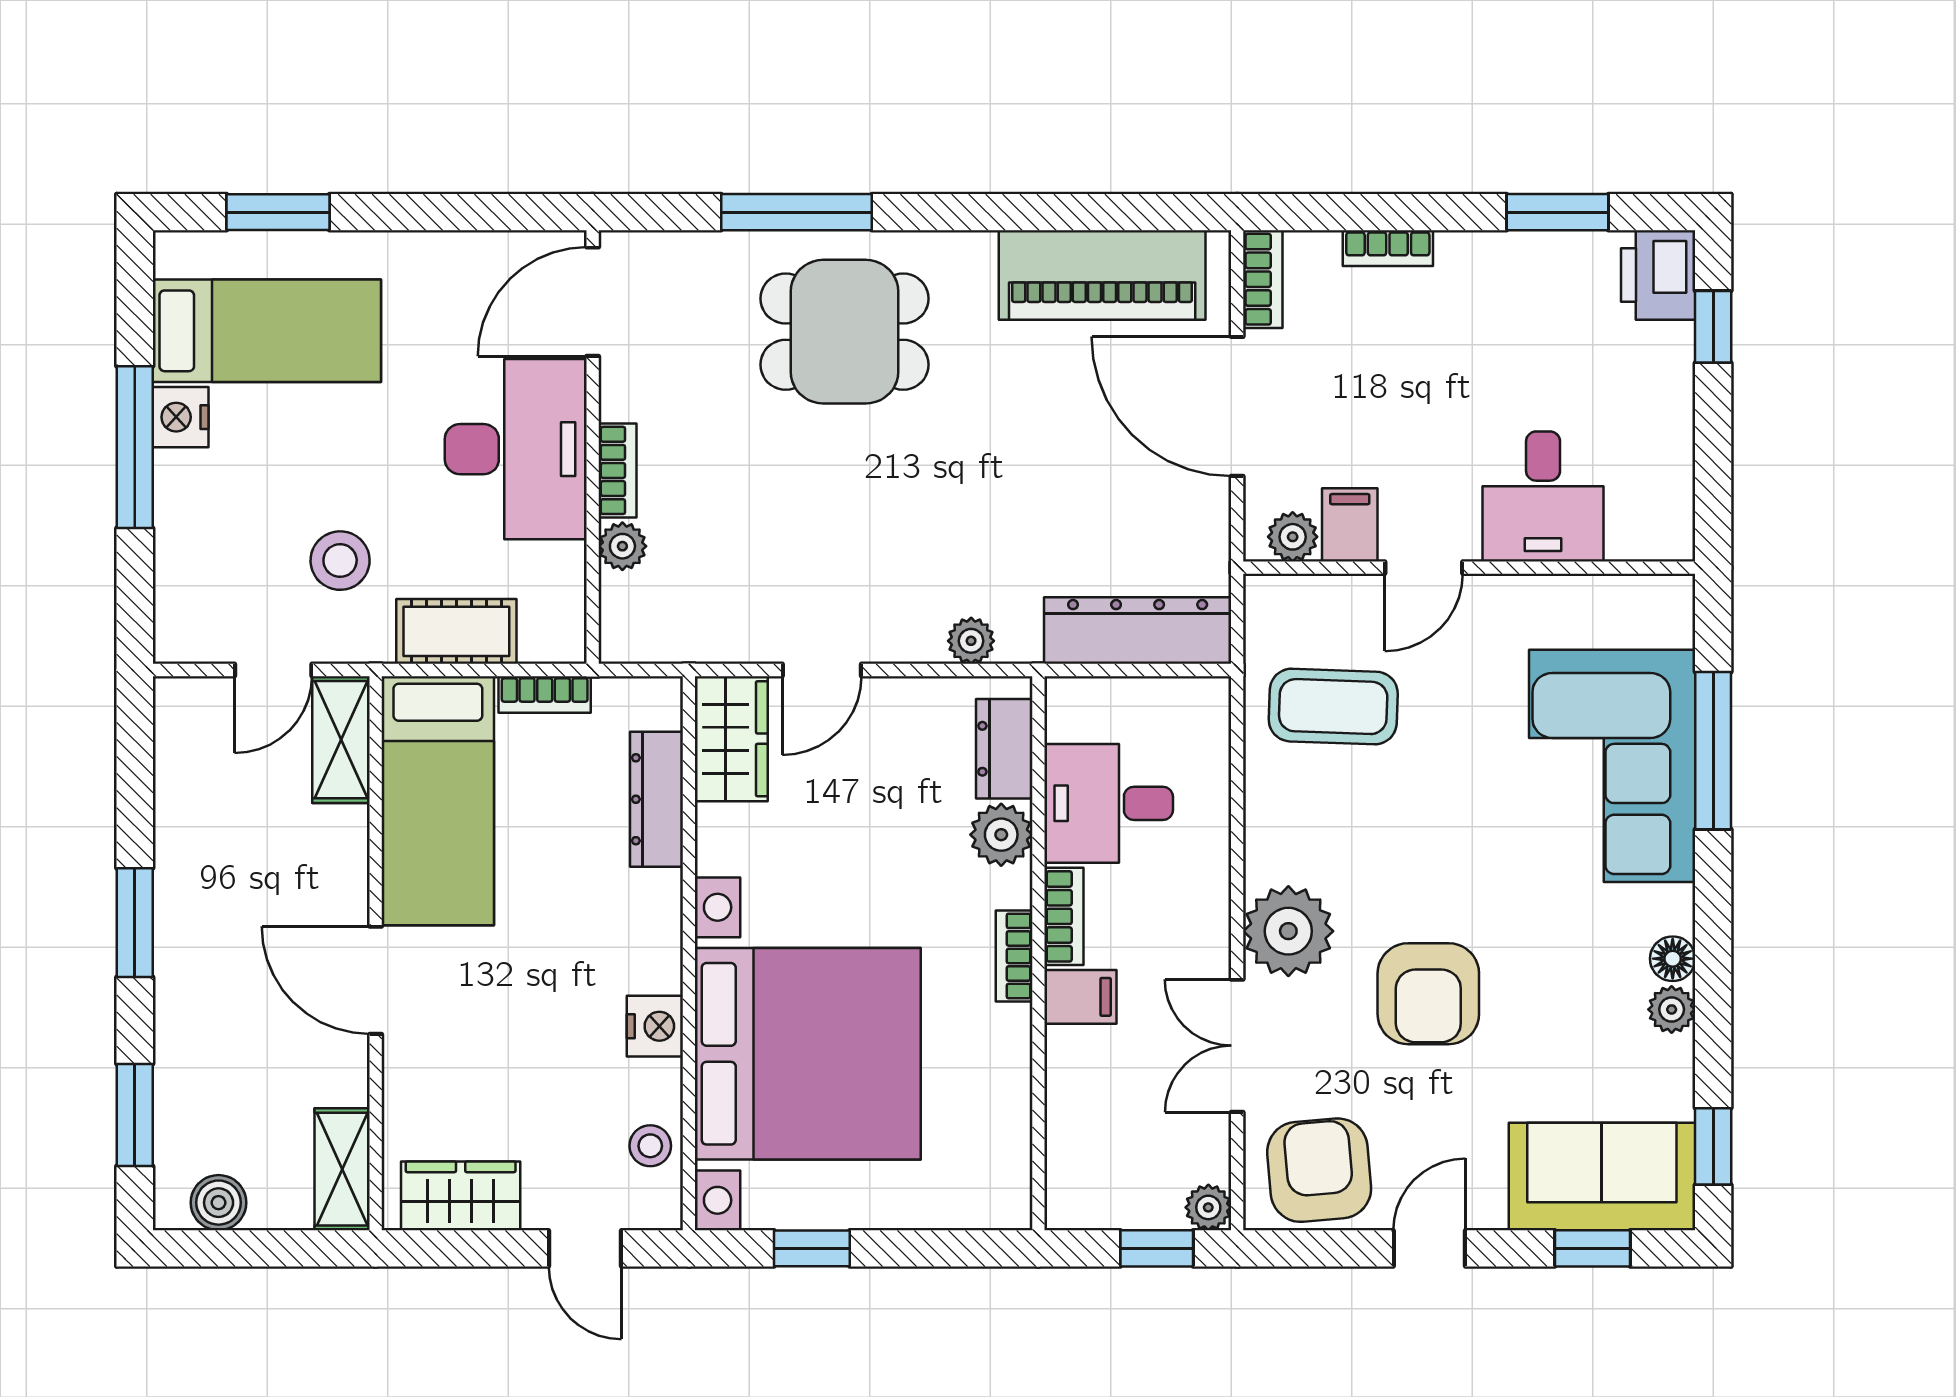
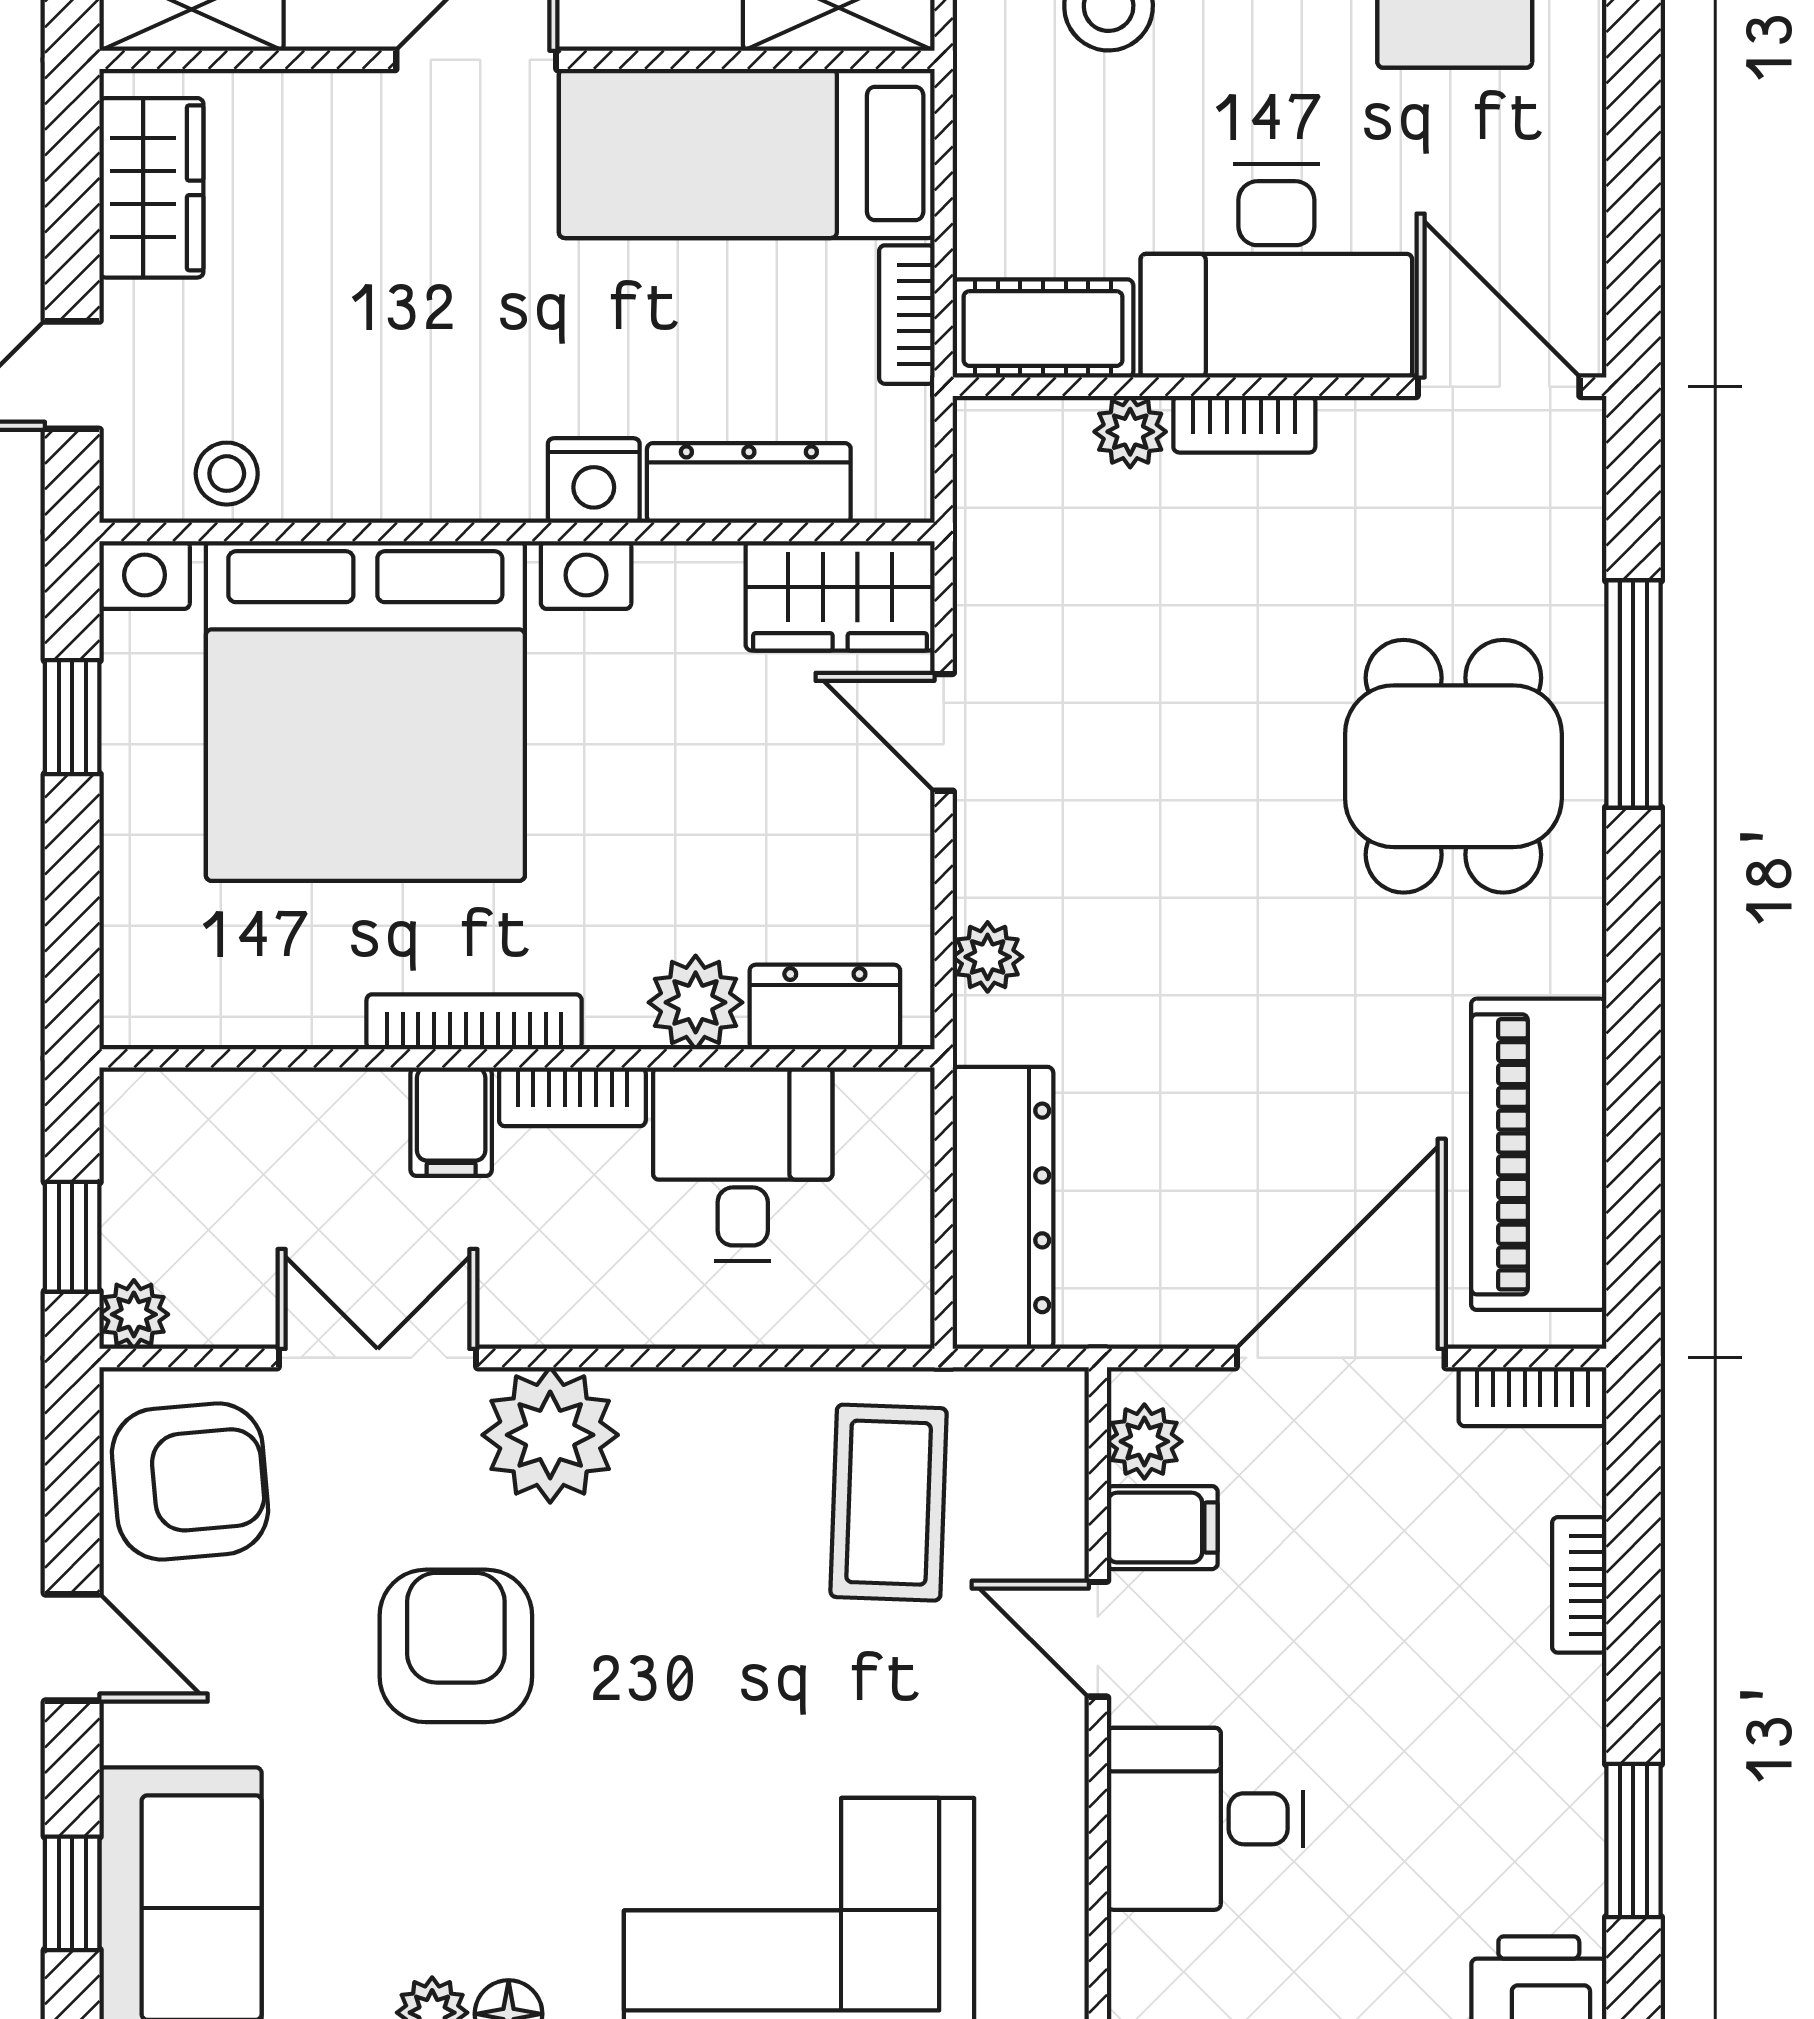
cot: (456, 631) -> (1043, 329), moved, turned 90
bookcase: (1014, 956) -> (474, 1022), width x1.56
armchair: (1428, 994) -> (456, 1646), turned 90
nightstand: (655, 1026) -> (594, 481), moved

